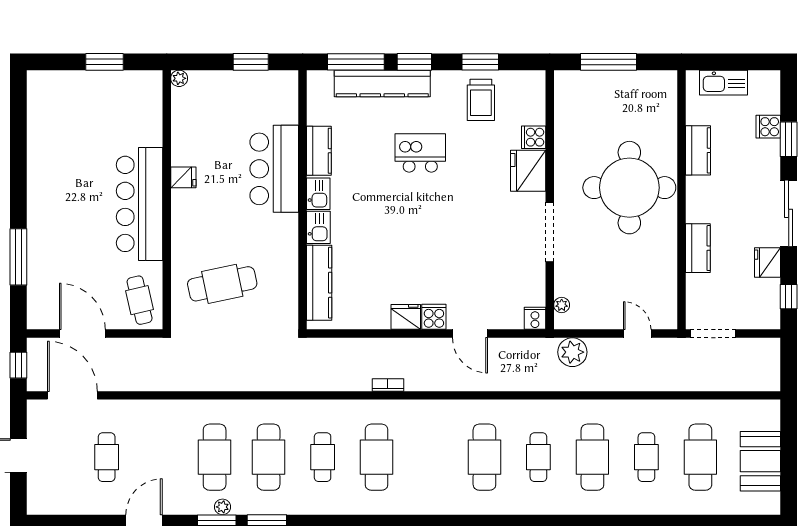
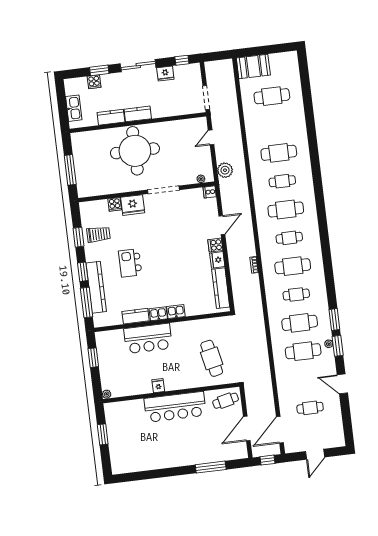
kitchen counter: (698, 248) -> (138, 114), moved
kitchen counter: (319, 283) -> (221, 288), moved, turned -90
cafe table: (646, 457) -> (289, 238), moved
booth: (760, 461) -> (253, 67), moved

